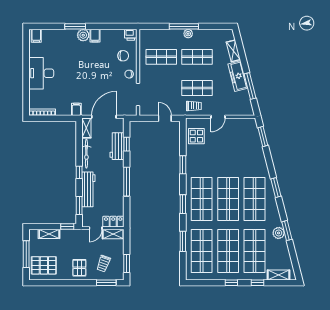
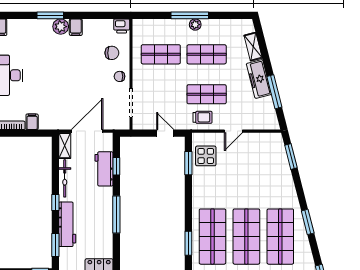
filing cabinet: (76, 109) -> (32, 122), moved
window: (183, 165) -> (188, 163), moved

